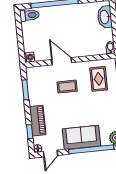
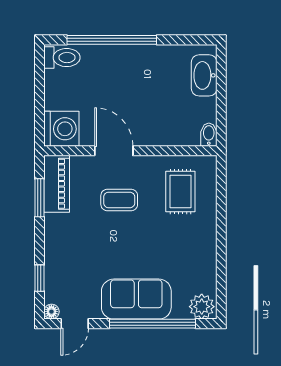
washing machine: (29, 57) -> (61, 129), width x1.89, depth x1.89
piano: (38, 121) -> (57, 184), moved

